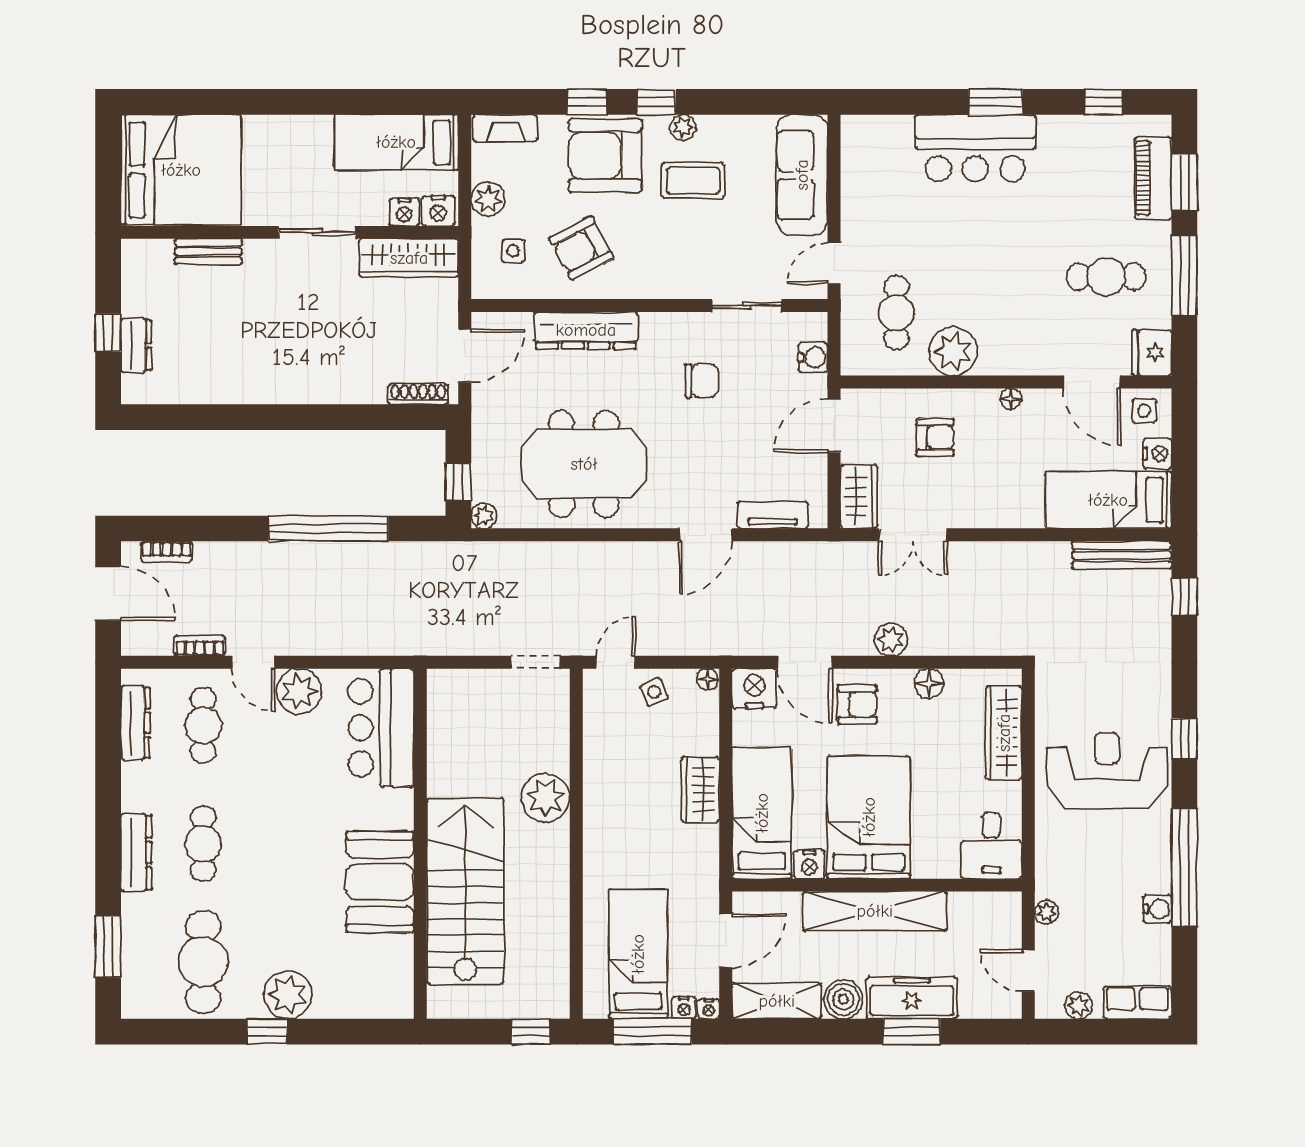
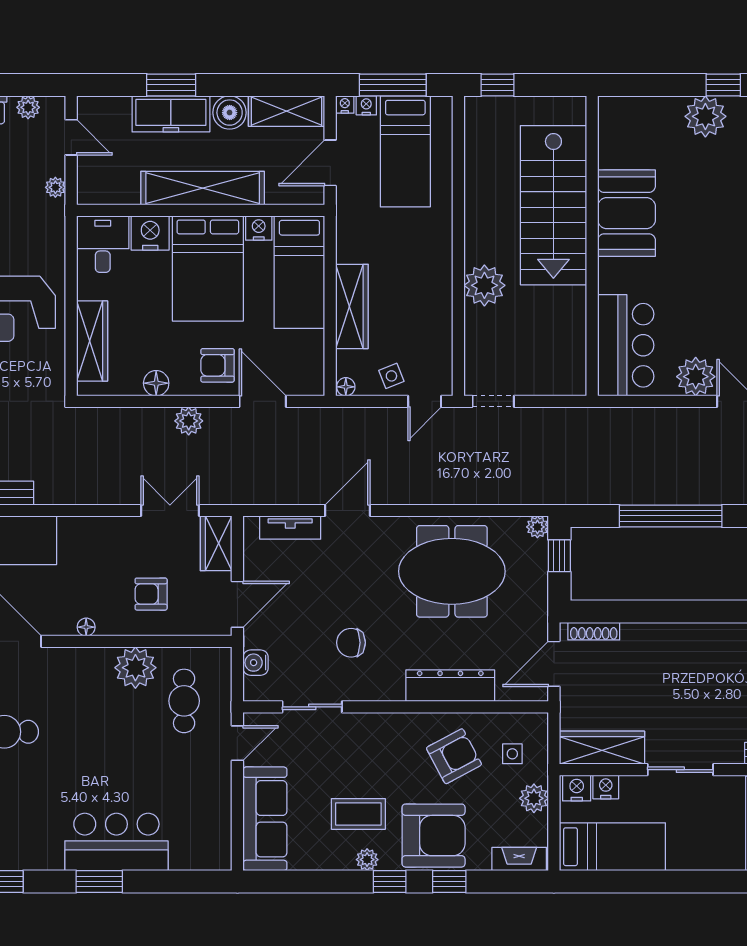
nightstand: (754, 689) -> (150, 233), moved, turned 180
wardrobe: (700, 789) -> (352, 306), width x1.50

